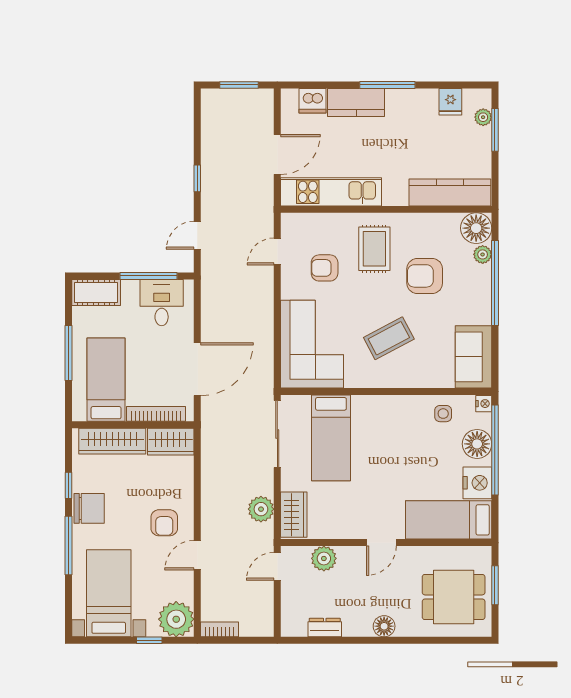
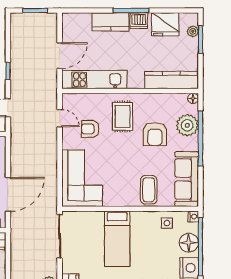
dishwasher: (313, 101) -> (139, 21), moved
fridge: (450, 102) -> (165, 24), width x1.88, depth x1.34
floor lamp: (476, 228) -> (193, 98), width x0.53, depth x0.53
door: (277, 252) -> (60, 118), swing flipped
plant: (483, 254) -> (187, 125), width x1.88, depth x1.88
armchair: (425, 276) -> (155, 134), turned -90
coffee table: (389, 338) -> (149, 190), moved, turned -62
sofa: (474, 357) -> (187, 179), width x1.36
bed: (331, 438) -> (117, 239), moved

